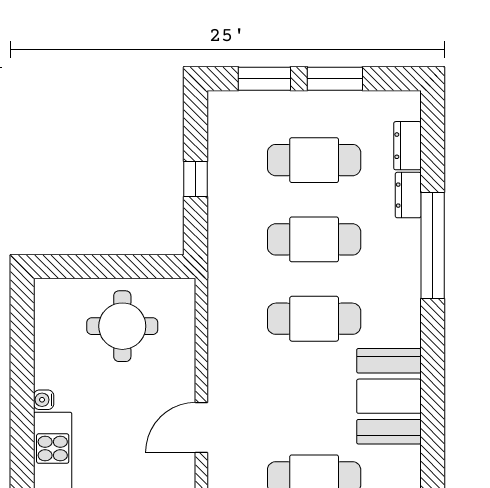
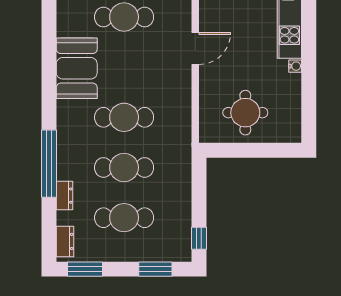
window: (335, 79) -> (85, 269), moved
dresser: (407, 146) -> (65, 241), moved
window: (196, 179) -> (199, 238), moved

